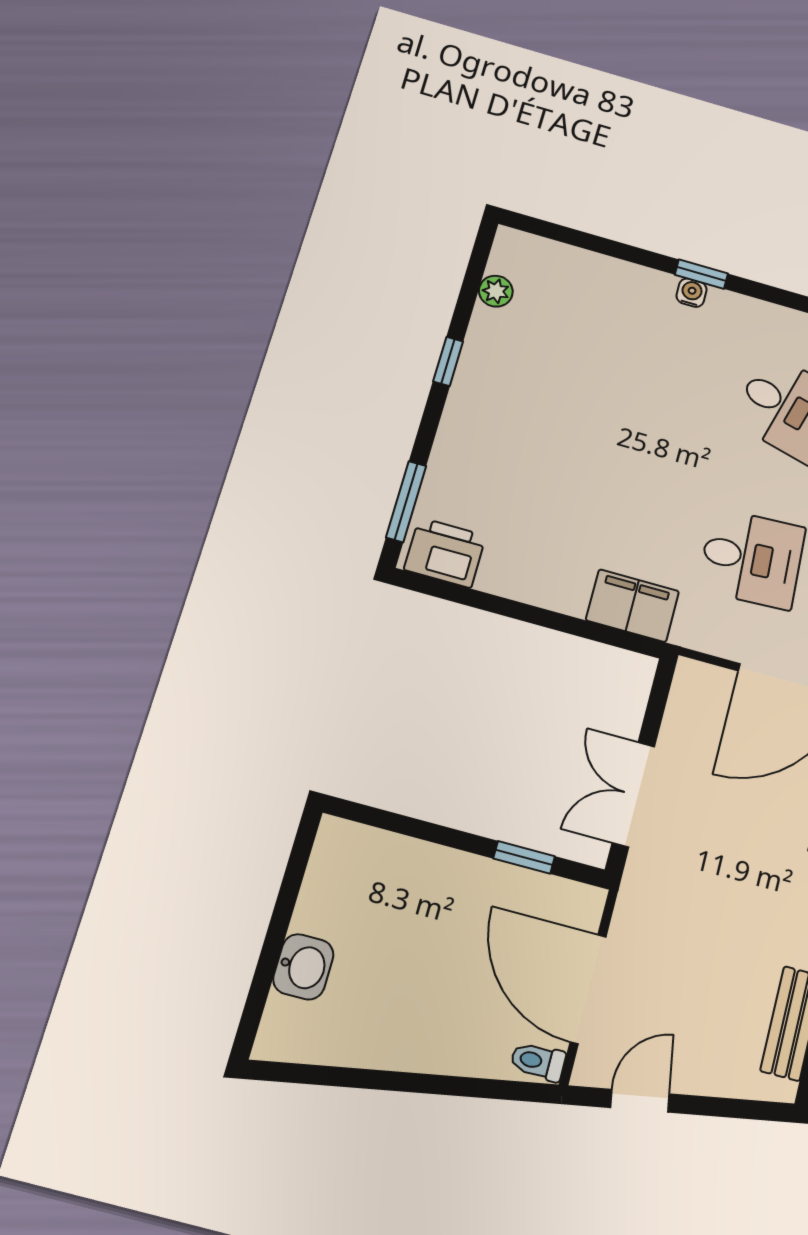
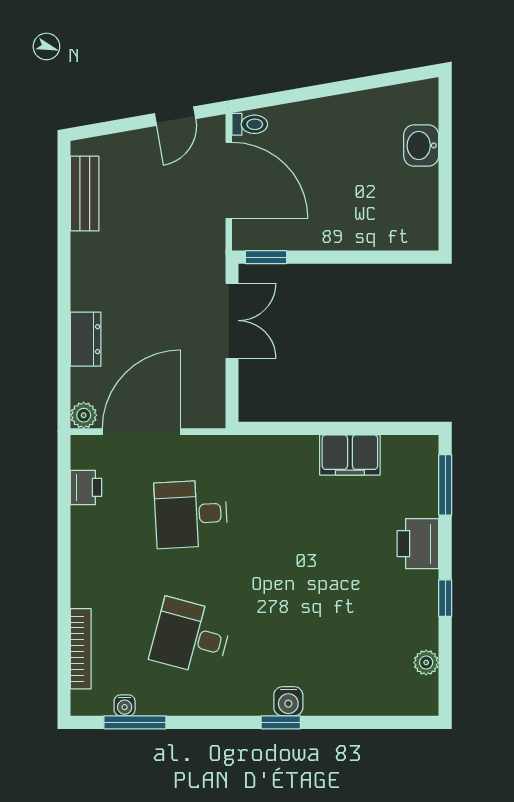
water cooler: (692, 293) -> (288, 701), width x1.38, depth x1.38
printer: (445, 553) -> (418, 544), moved, turned 90
filing cabinet: (632, 606) -> (350, 455), moved
window: (524, 857) -> (266, 257), moved

